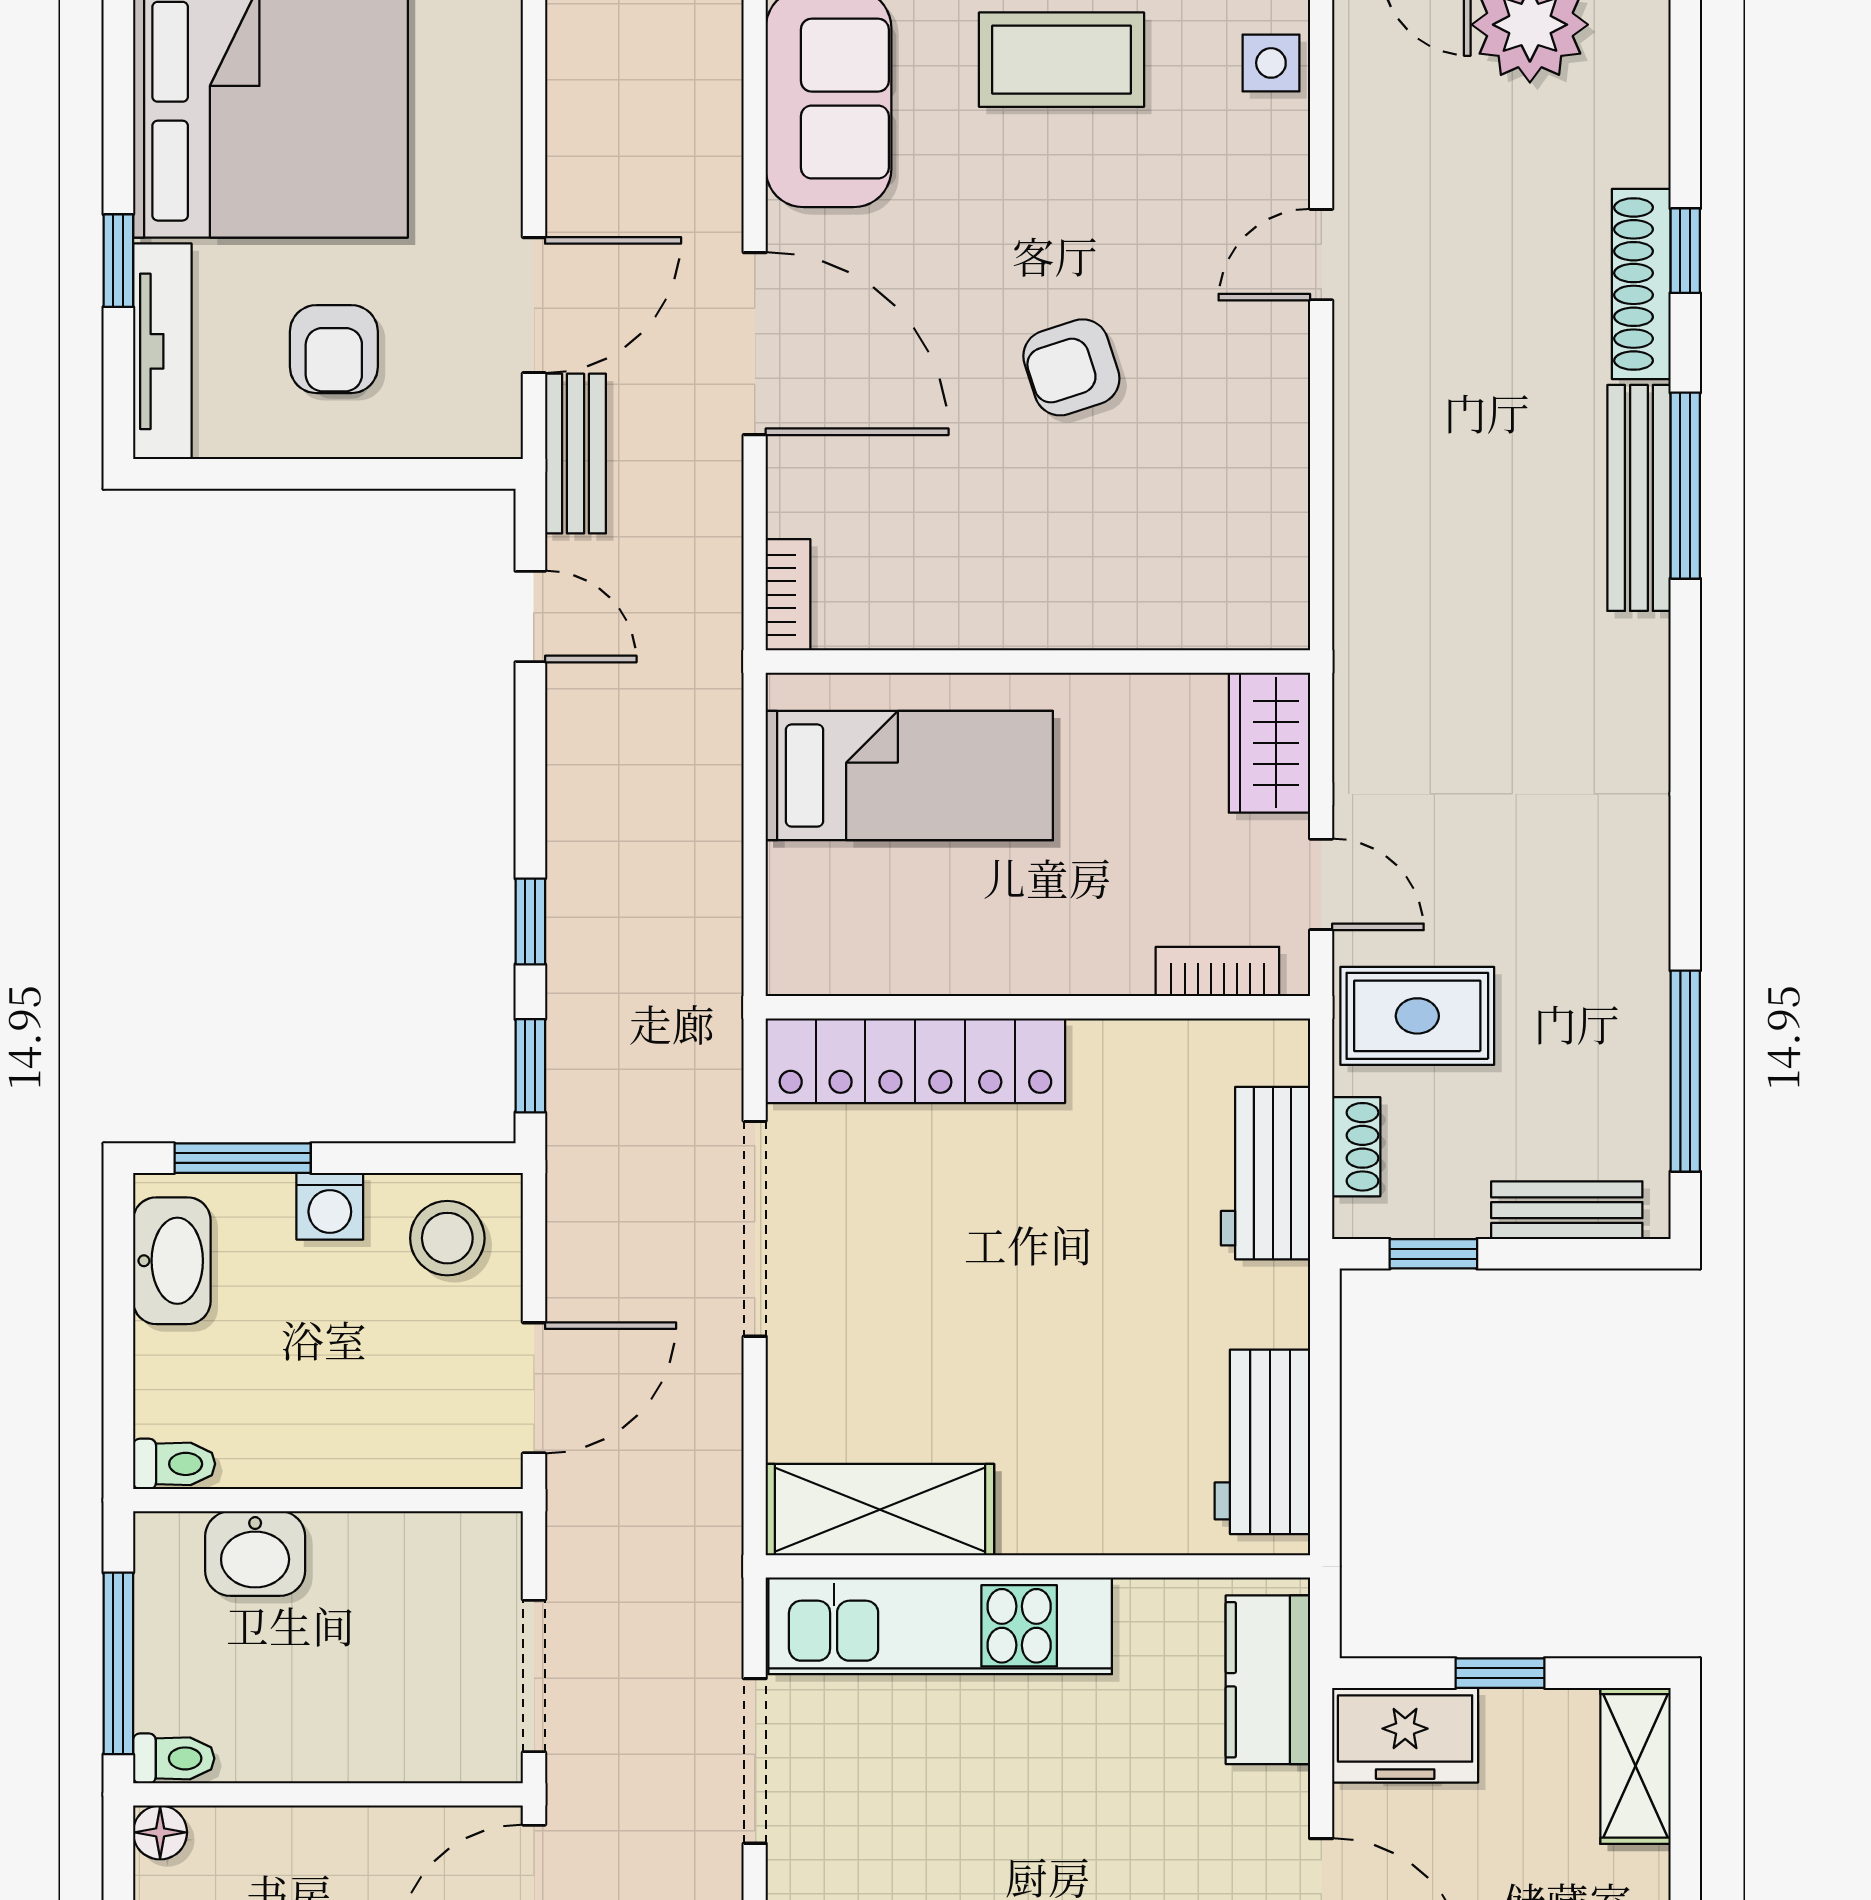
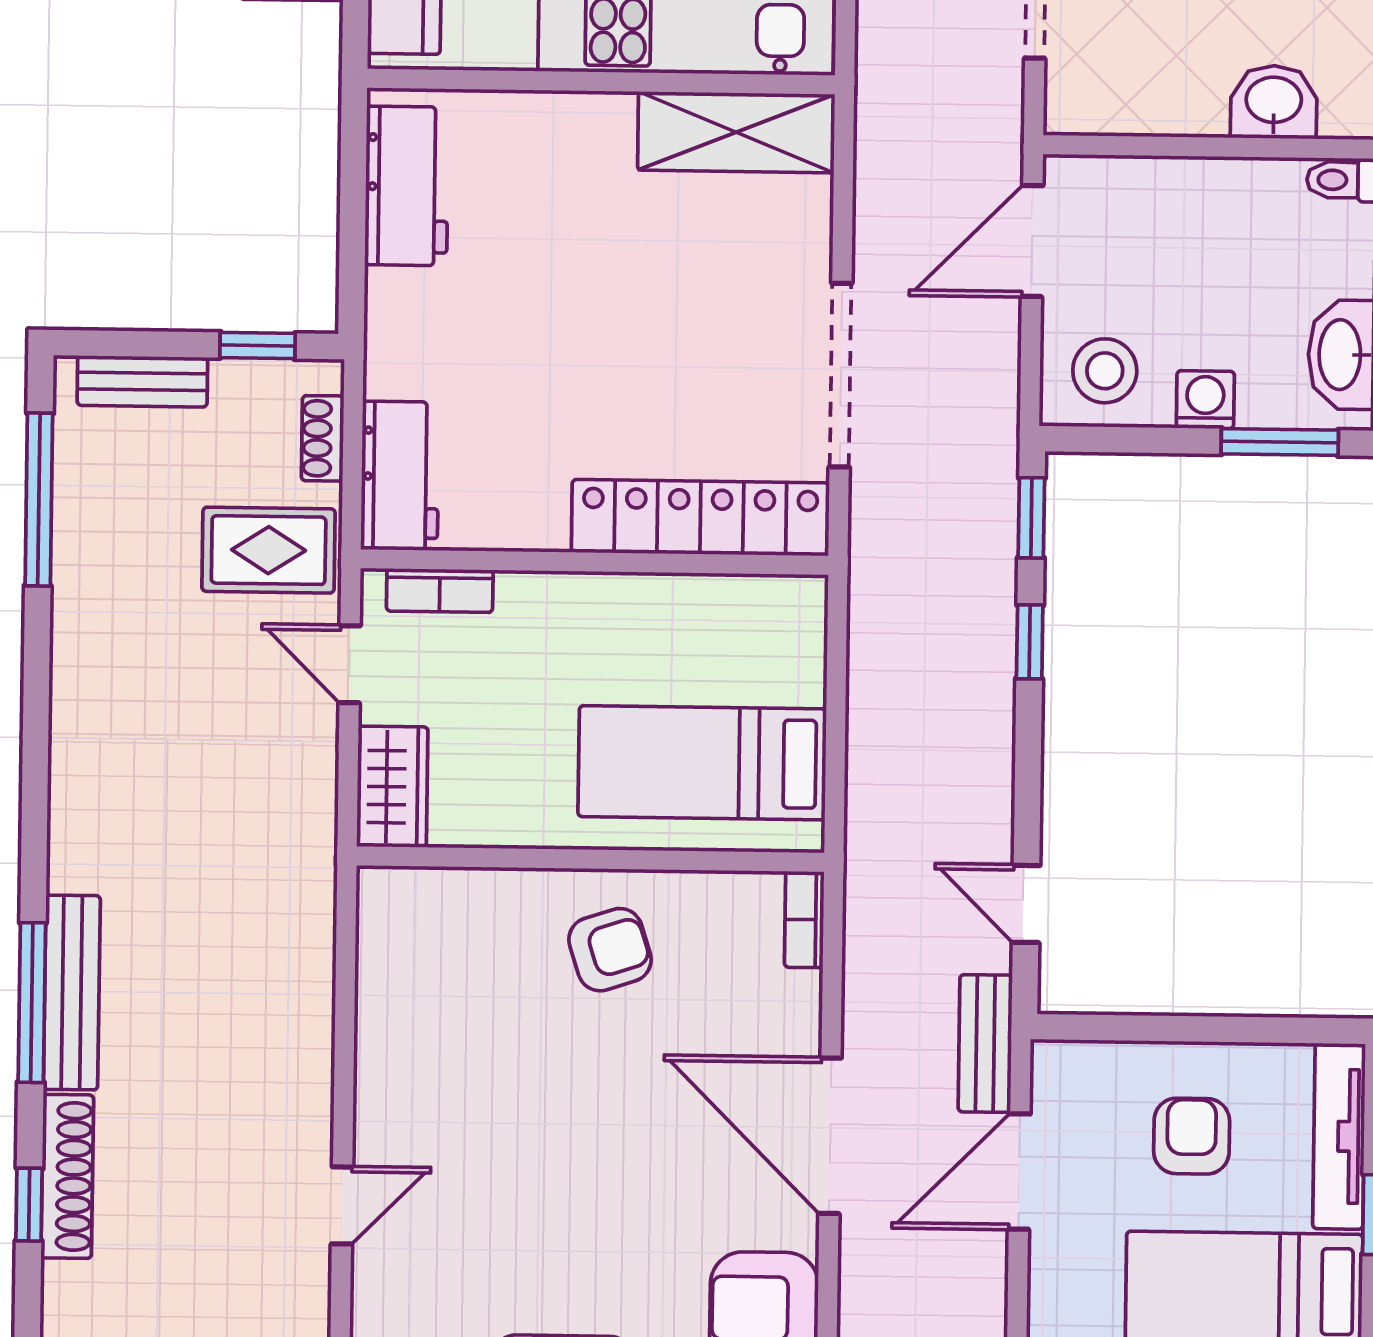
armchair: (1071, 367) -> (610, 950), moved
workbench: (1266, 1173) -> (400, 476), moved

